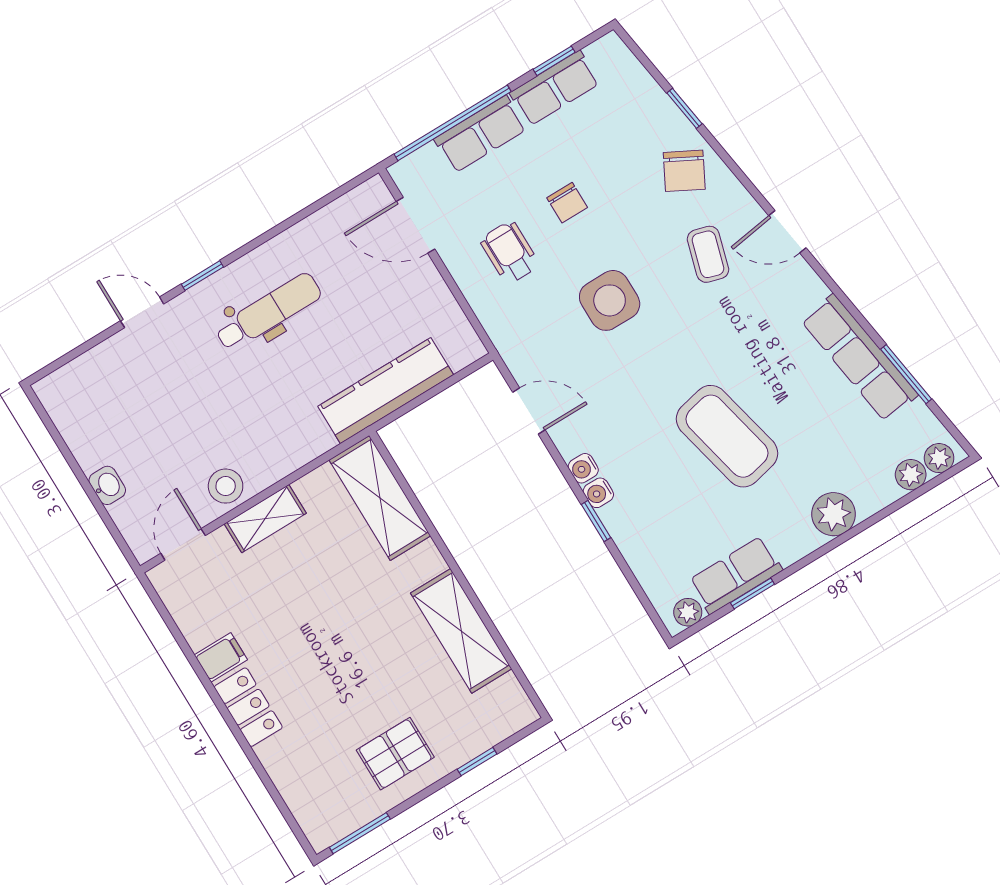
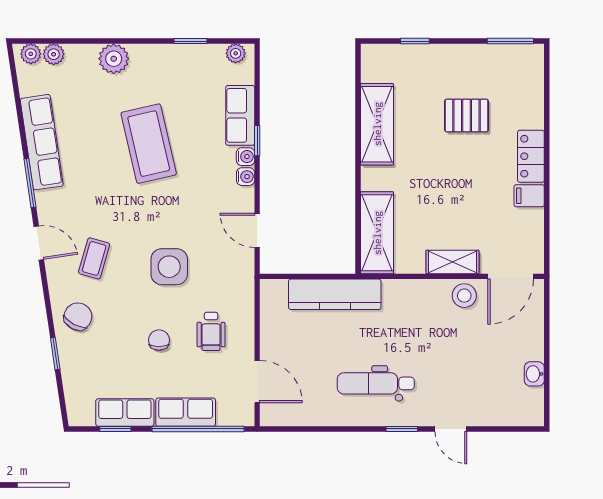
window: (906, 374) -> (30, 183), moved
washbasin: (107, 485) -> (534, 374), moved
door: (183, 544) -> (511, 276), width x1.38
row of seats: (736, 575) -> (240, 115), moved, turned 90
pallet: (395, 754) -> (466, 116), moved

